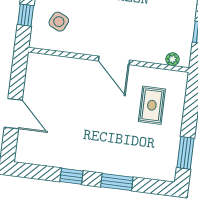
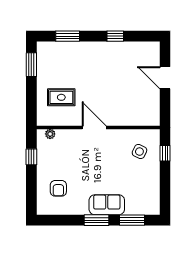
rug: (152, 105) -> (61, 97), turned 90
window: (117, 182) -> (68, 36), moved

